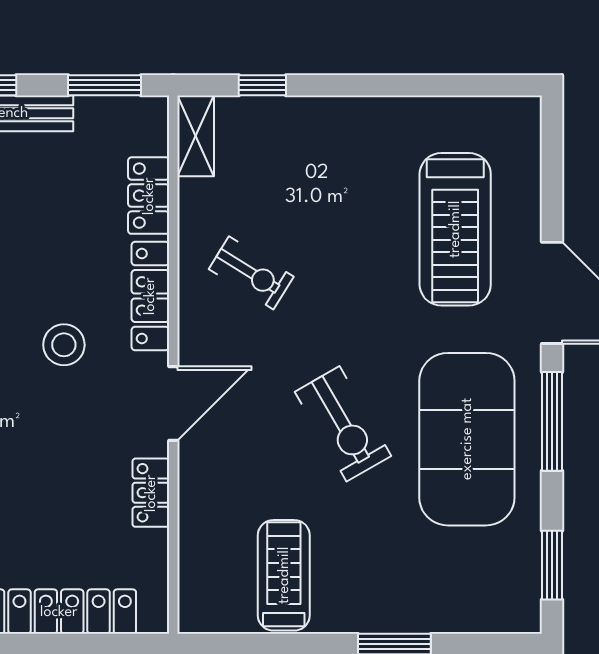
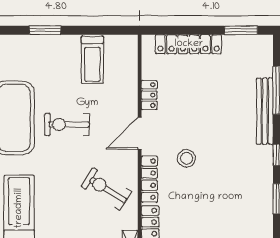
exercise bike: (251, 273) -> (106, 189), width x1.38, depth x1.39
exercise bike: (343, 424) -> (67, 125), turned -60

